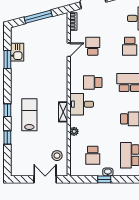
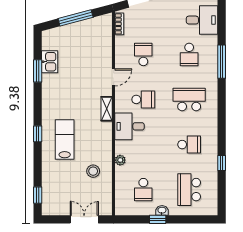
door: (69, 50) -> (114, 77), moved
school desk: (93, 83) -> (143, 99), turned 180
shelving: (63, 112) -> (107, 109), moved
window: (7, 137) -> (38, 195), moved
stool: (57, 156) -> (93, 171), moved

